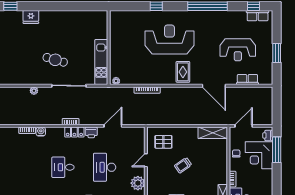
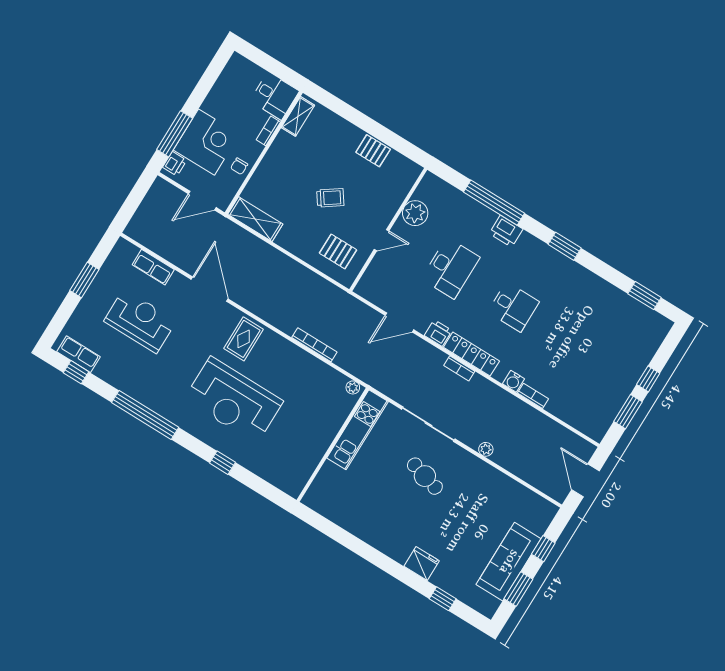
locker: (74, 132) -> (471, 354), width x1.53

